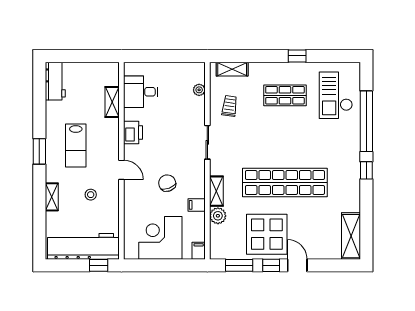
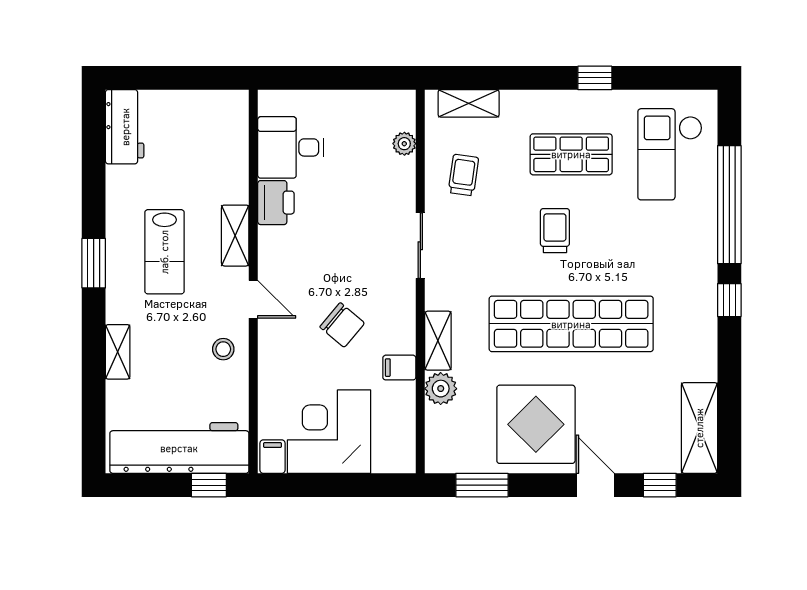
shelving: (112, 102) -> (235, 236), moved
printer: (133, 132) -> (276, 203), moved
trolley: (277, 135) -> (555, 231), added
chair: (167, 183) -> (342, 325), turned 151
stool: (91, 195) -> (223, 349), moved
filing cabinet: (199, 251) -> (272, 457), moved
window: (271, 265) -> (660, 485), moved

